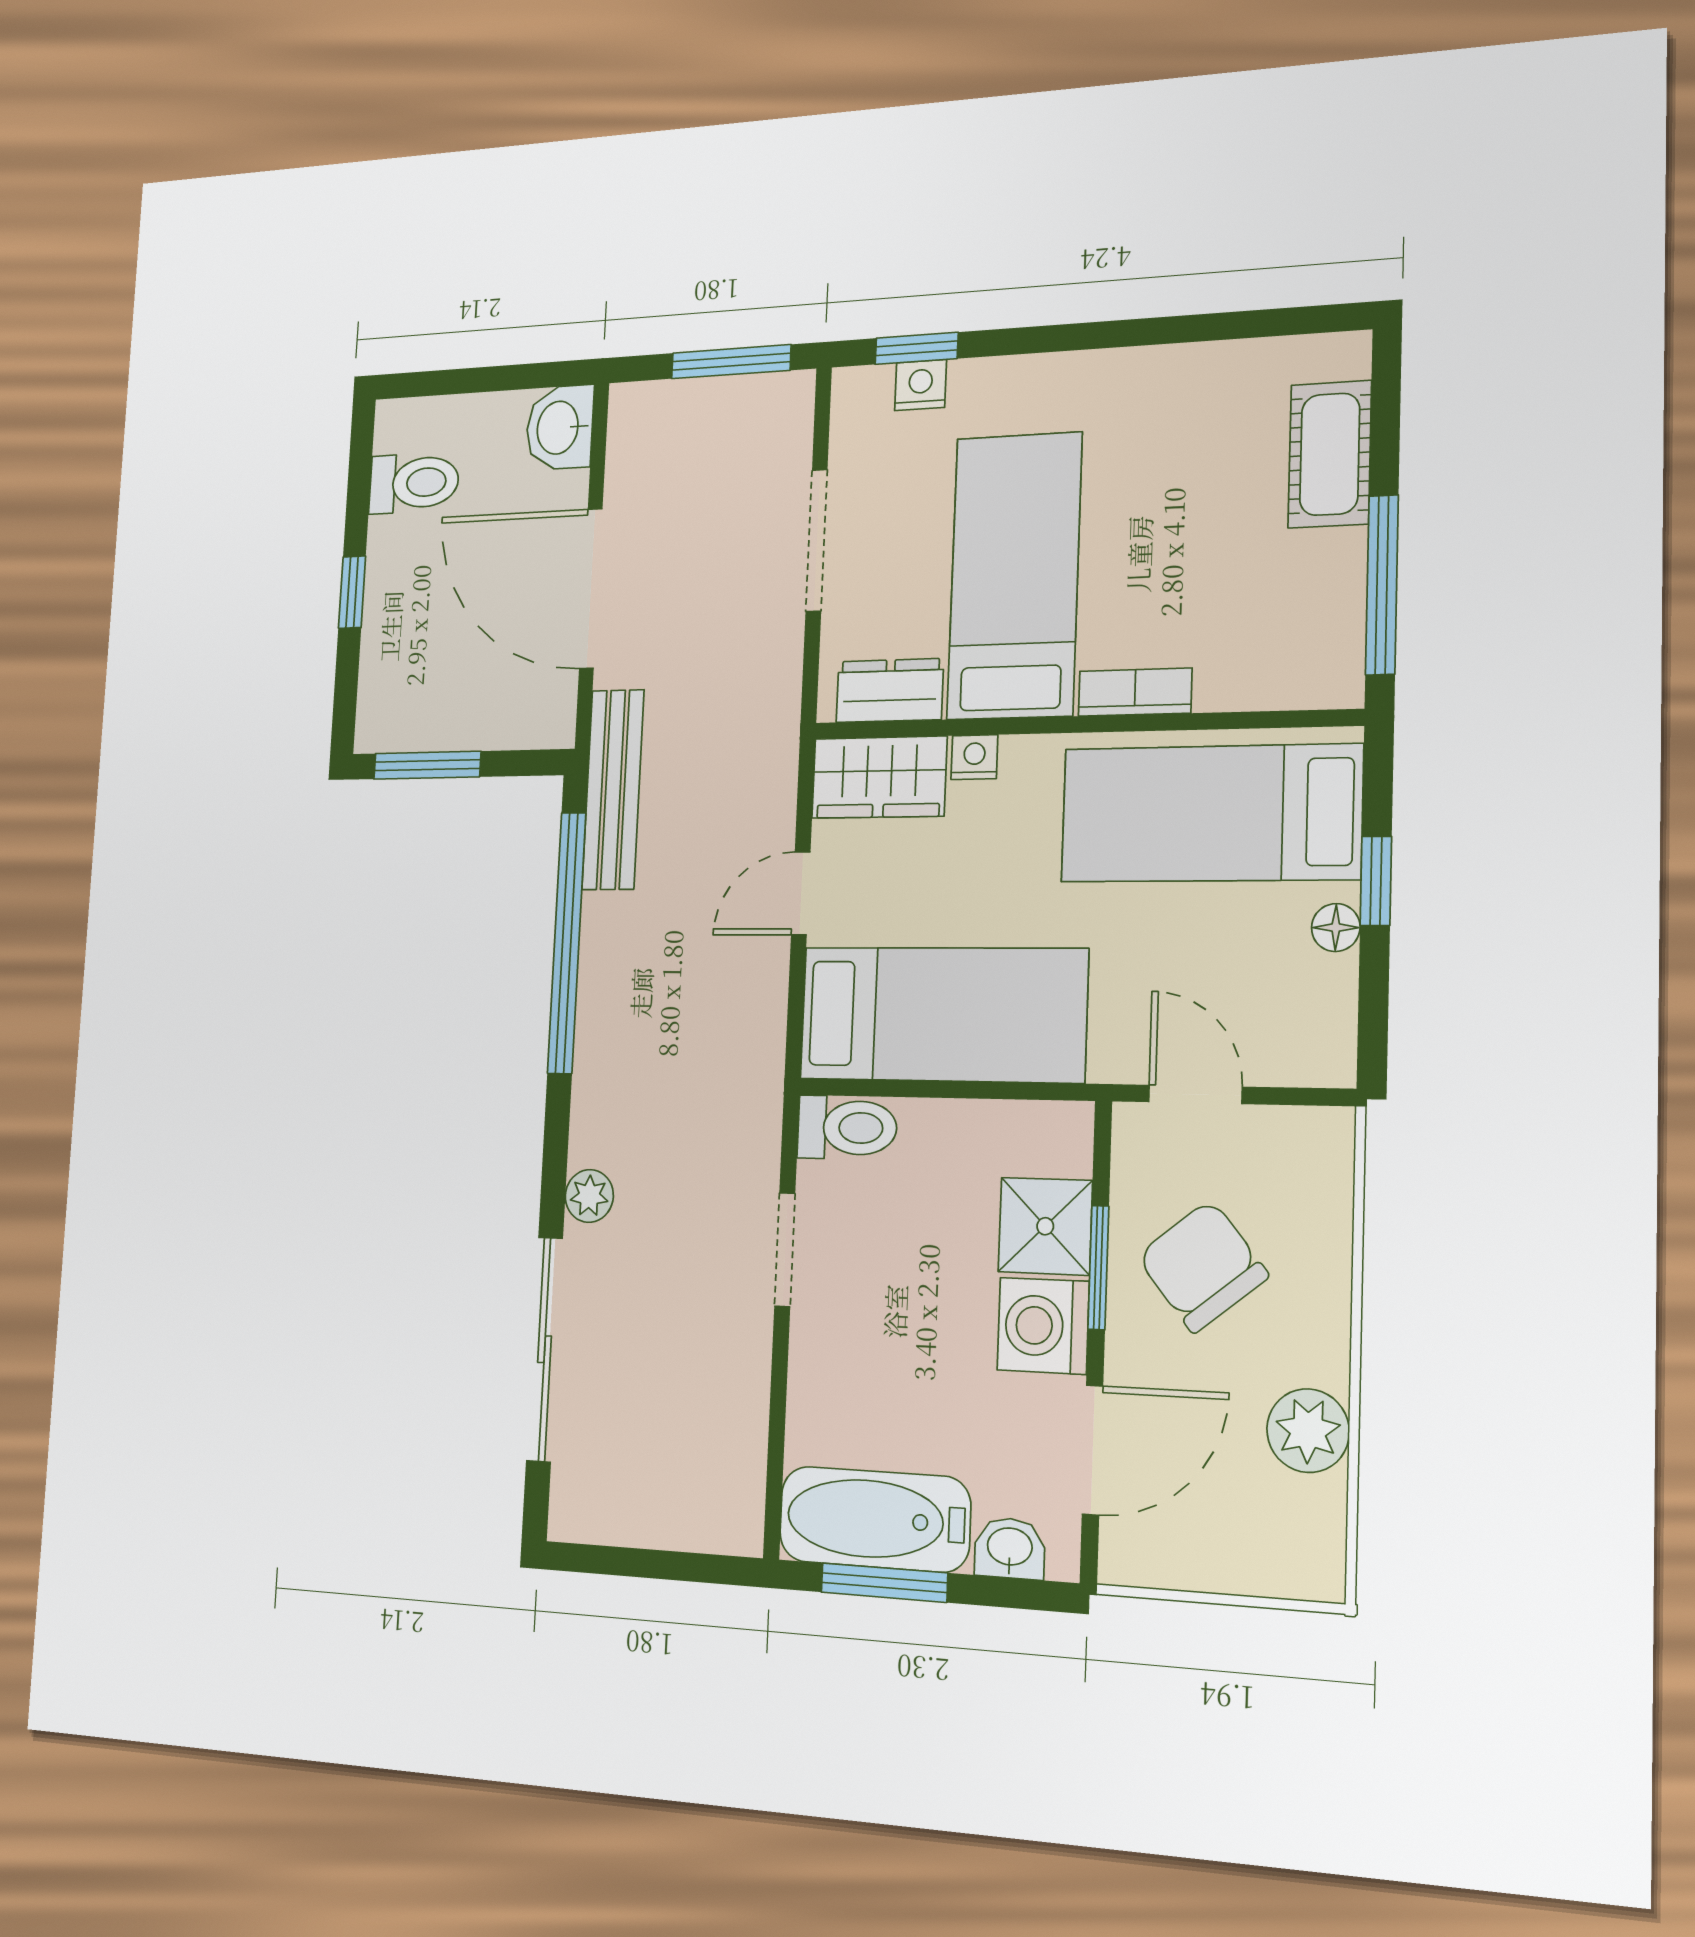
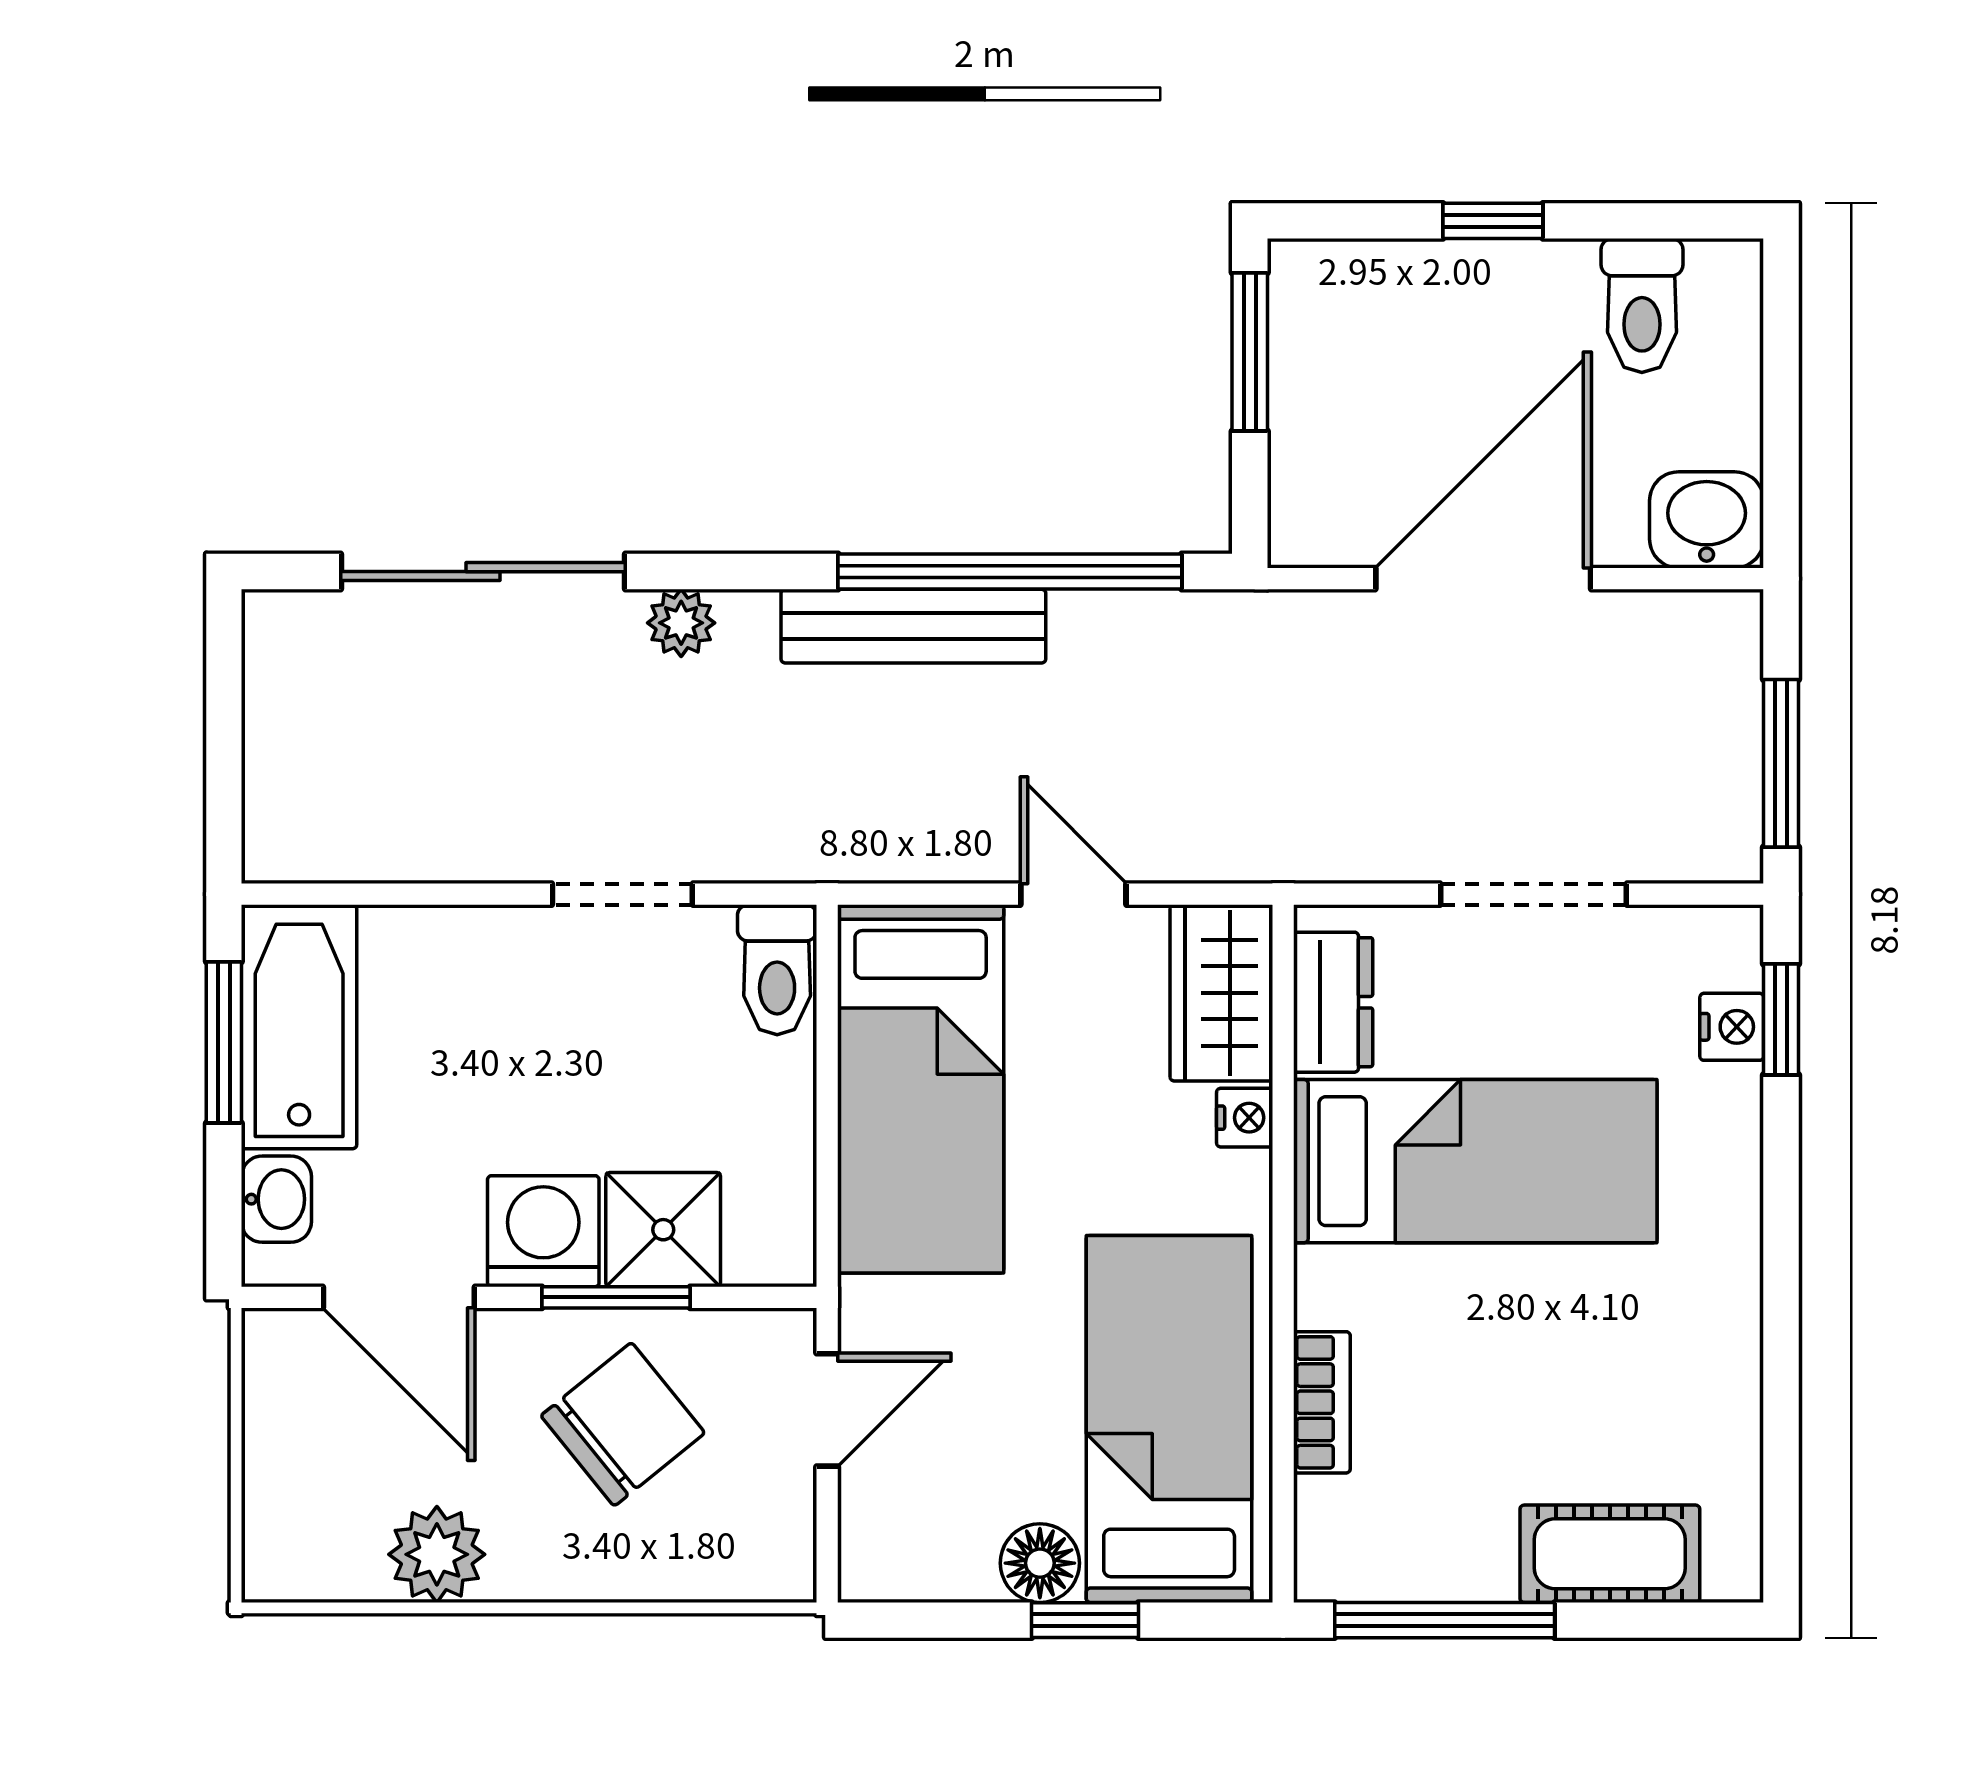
bookcase: (1135, 692) -> (1322, 1402), moved
bench: (613, 790) -> (913, 626), moved
floor lamp: (1336, 928) -> (1040, 1563), width x1.37, depth x1.37

